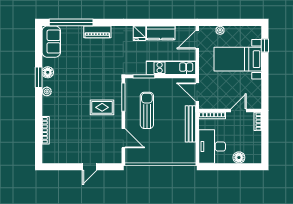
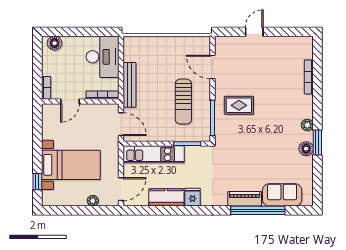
window: (71, 22) -> (258, 210), moved
sofa: (51, 42) -> (282, 195), moved, turned 90
floor lamp: (239, 158) -> (55, 43), moved

